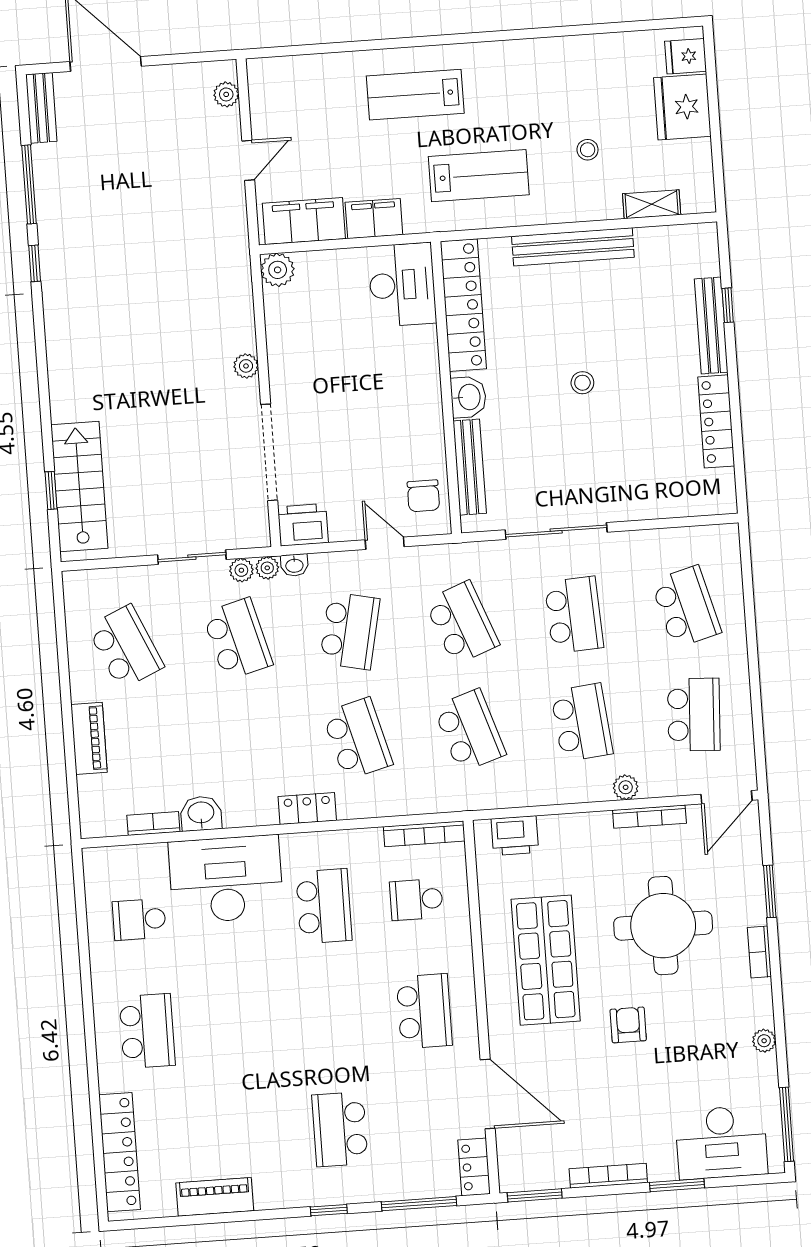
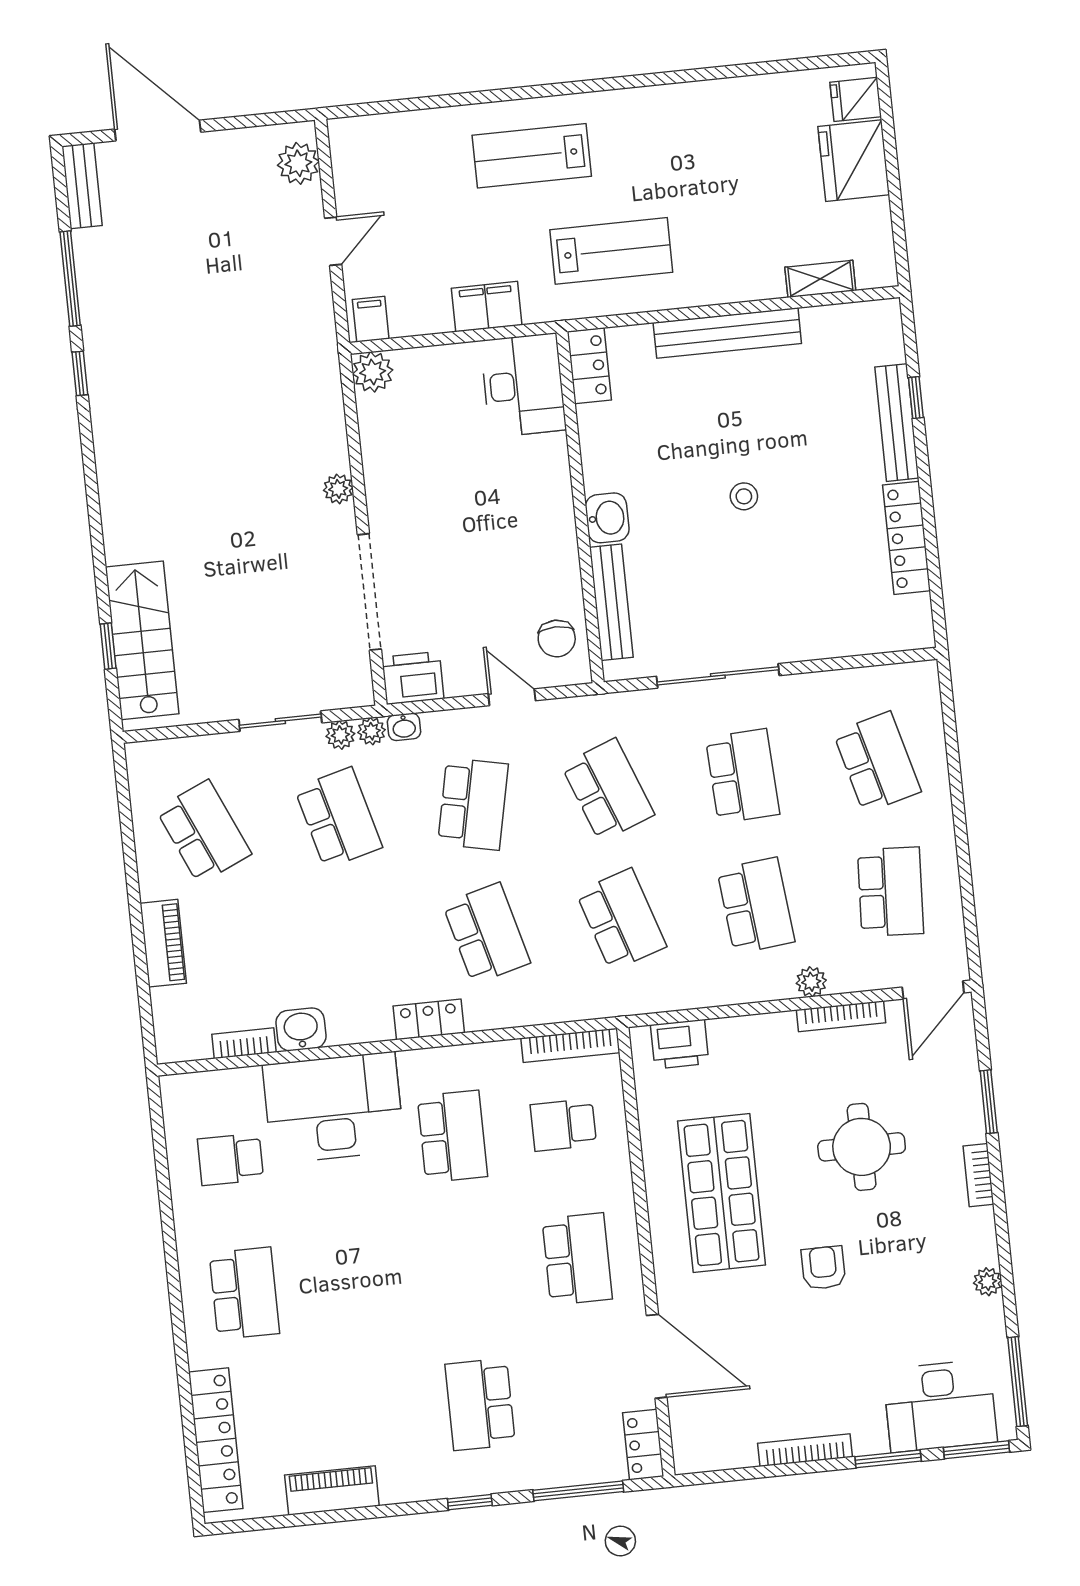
plant: (226, 94) -> (298, 163), width x1.38, depth x1.38
stool: (588, 150) -> (741, 216), removed
filing cabinet: (304, 221) -> (371, 319), width x0.33, depth x0.86
locker: (463, 305) -> (589, 366), width x0.46, depth x0.83
round table: (663, 926) -> (862, 1147), width x0.73, depth x0.73
window: (535, 1195) -> (977, 1450), moved

